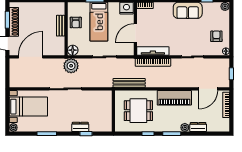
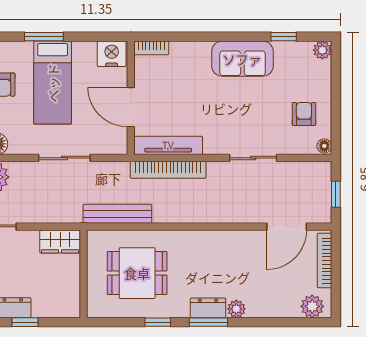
door: (135, 33) -> (131, 107), hinge flipped
wardrobe: (102, 96) -> (60, 242), added
piano: (174, 98) -> (214, 246), removed
plant: (220, 126) -> (312, 306), added
dresser: (198, 127) -> (208, 308), moved

